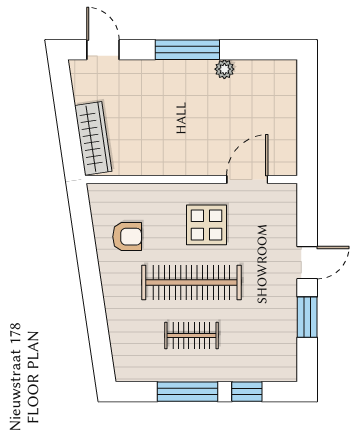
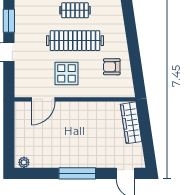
plant: (224, 69) -> (24, 162), moved

